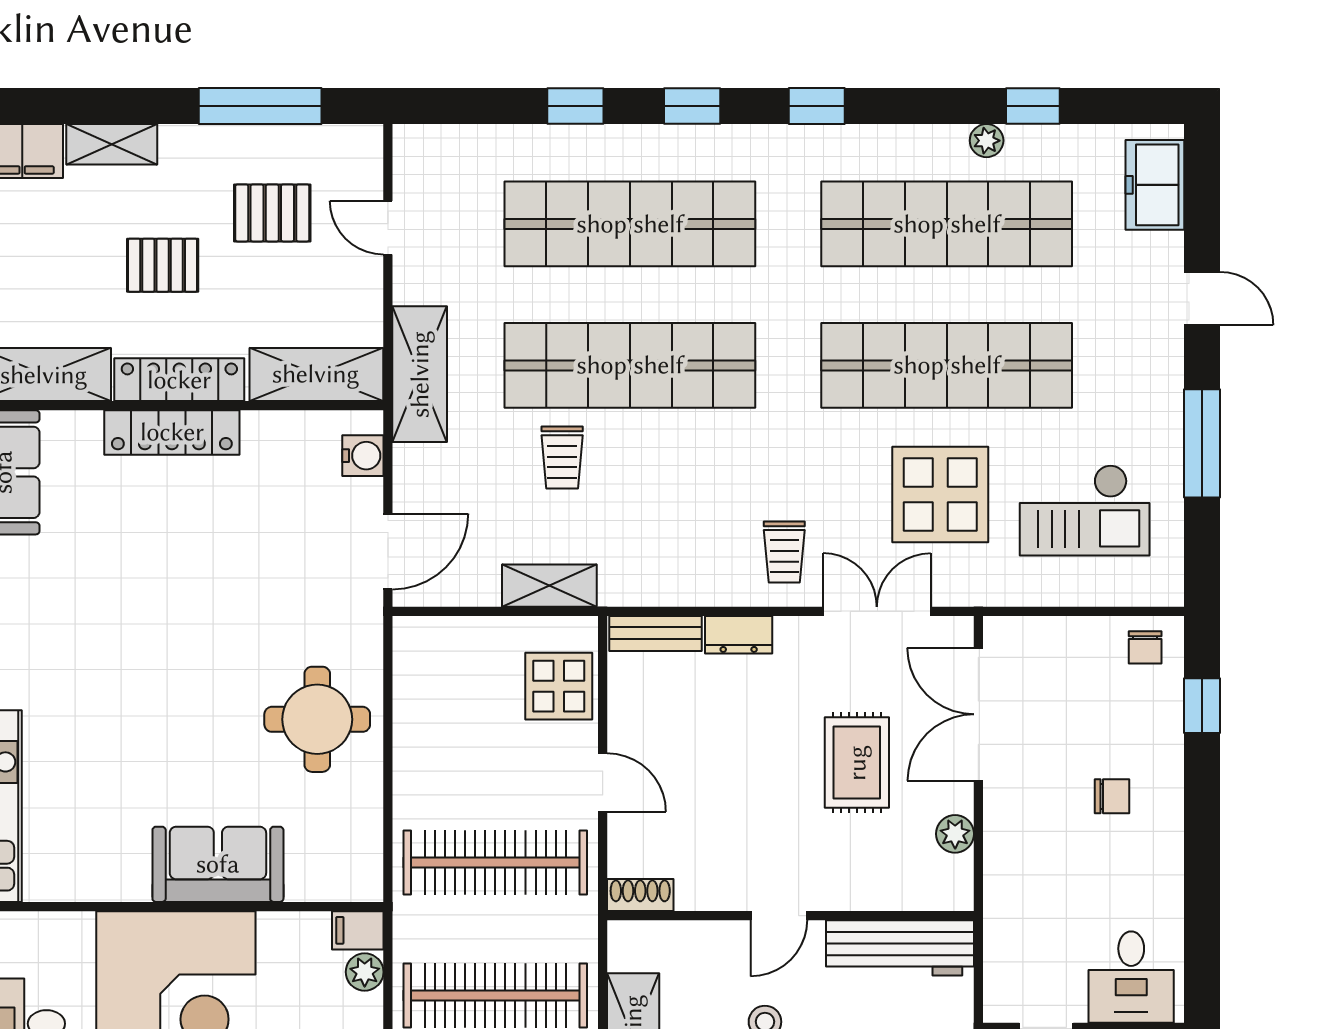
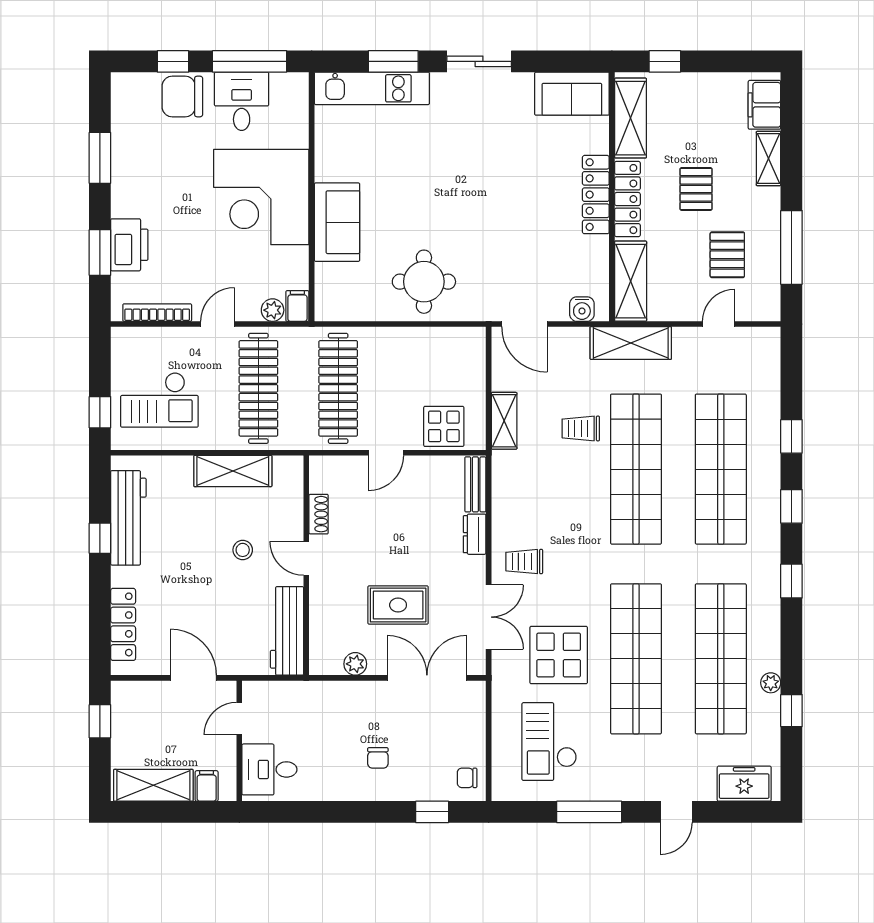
shoe rack: (640, 895) -> (319, 514), moved

